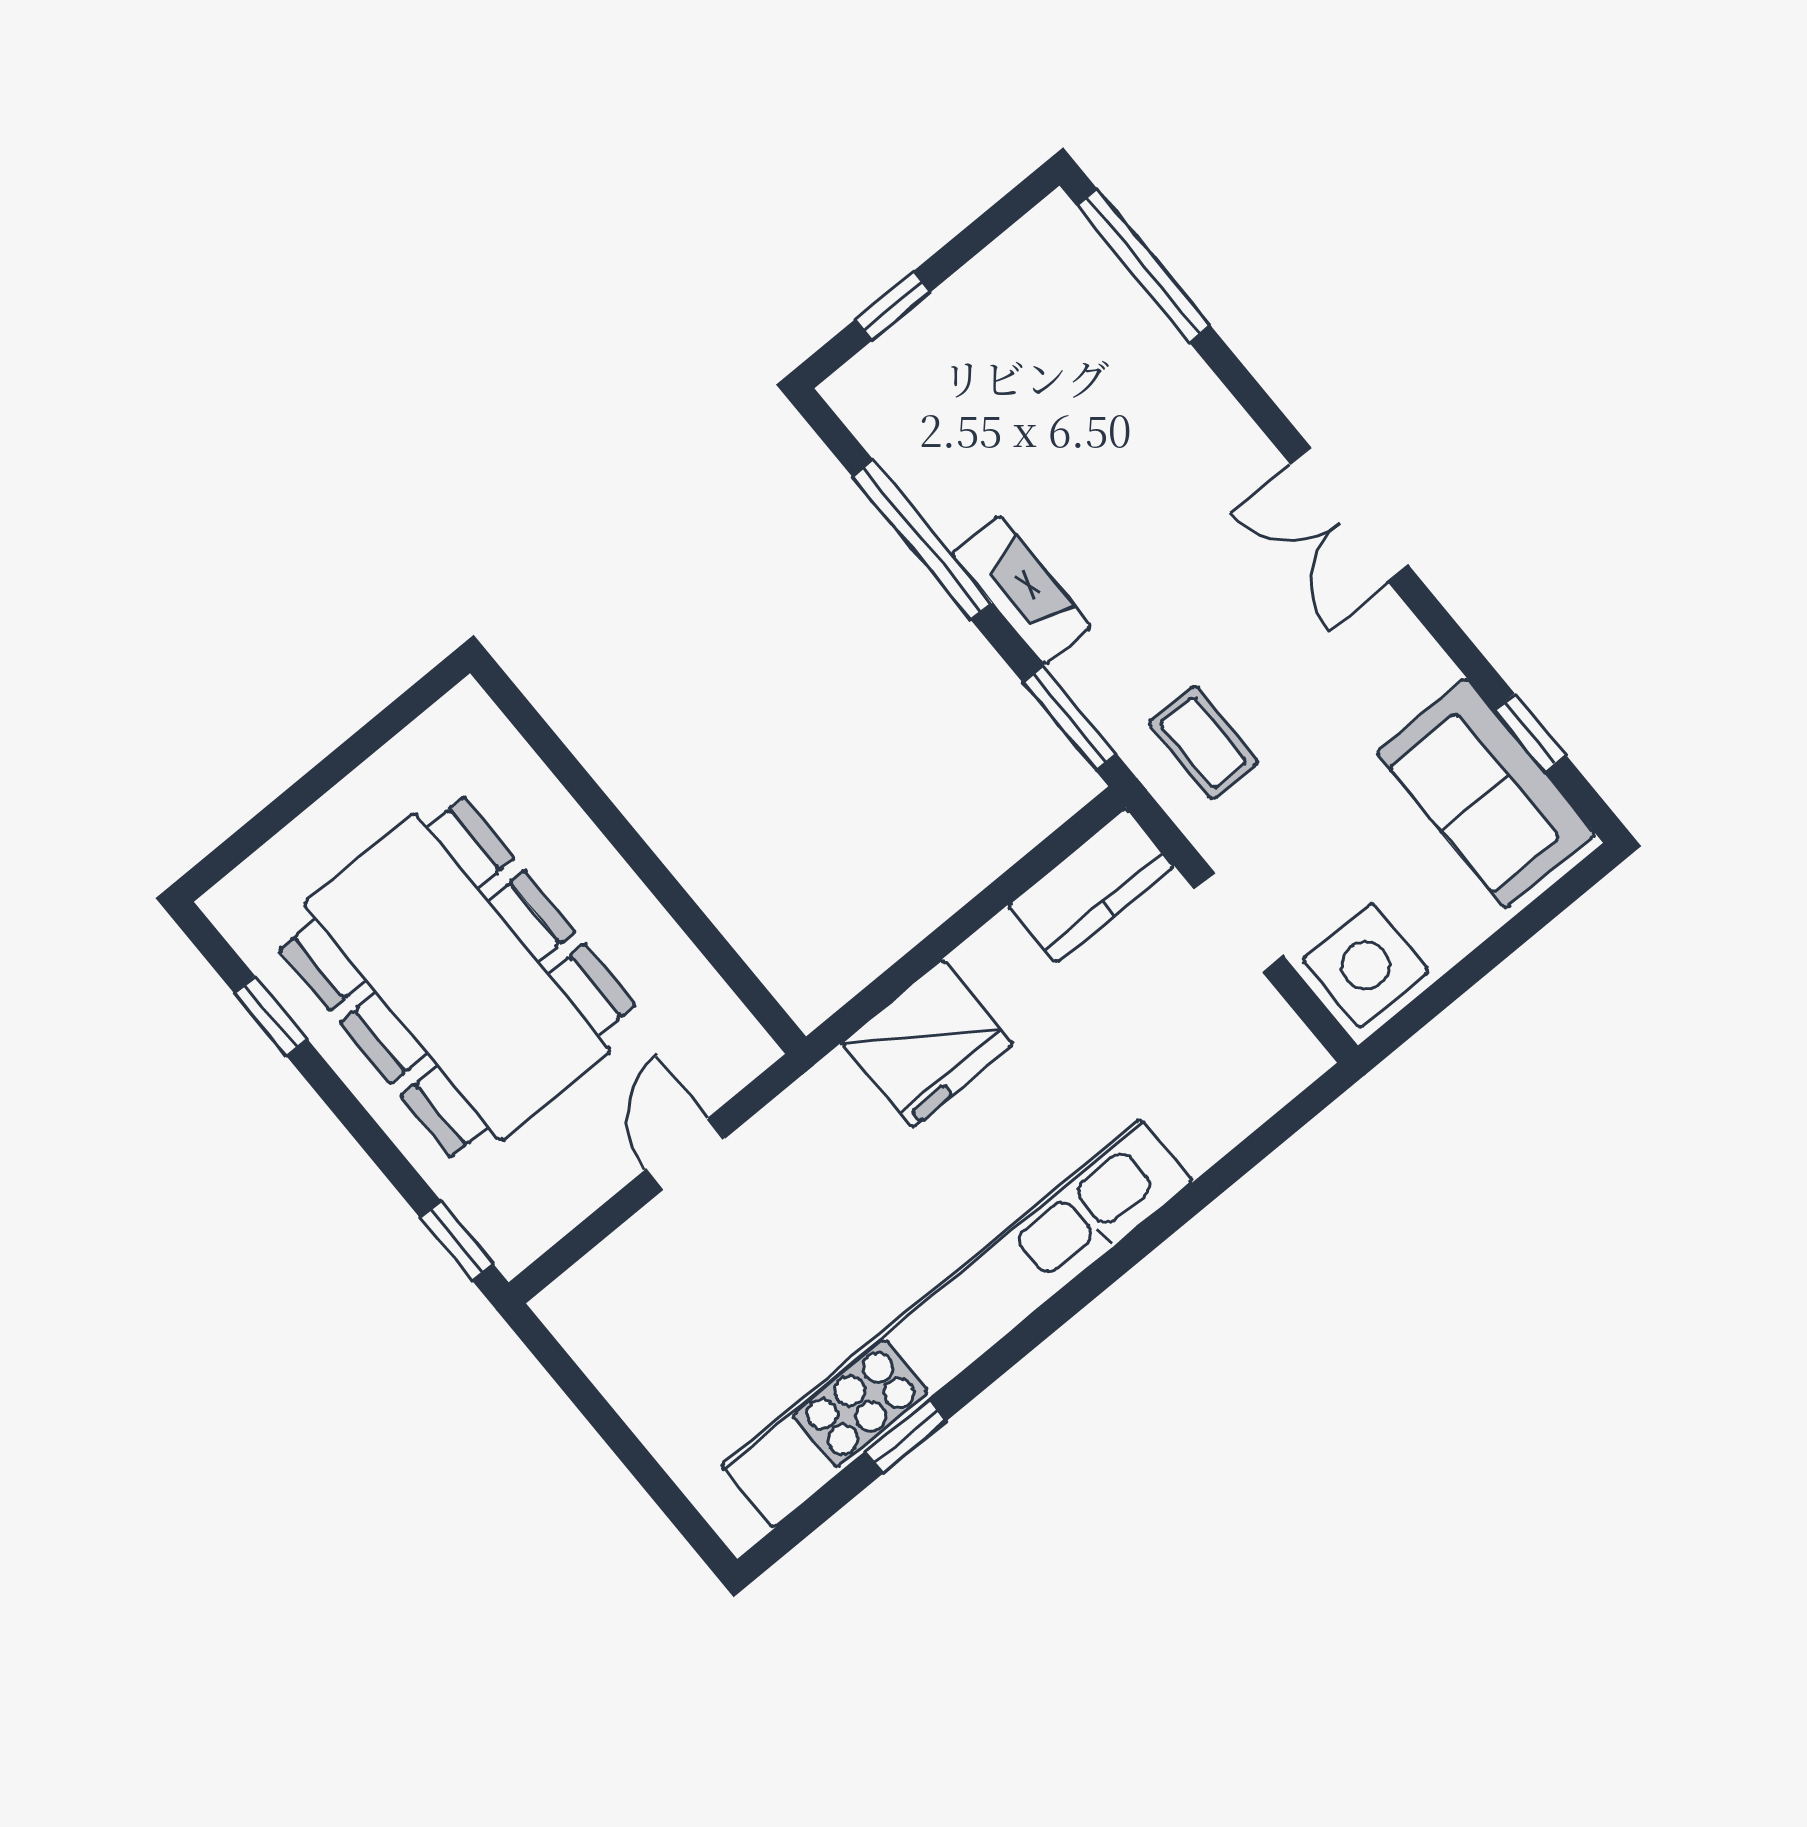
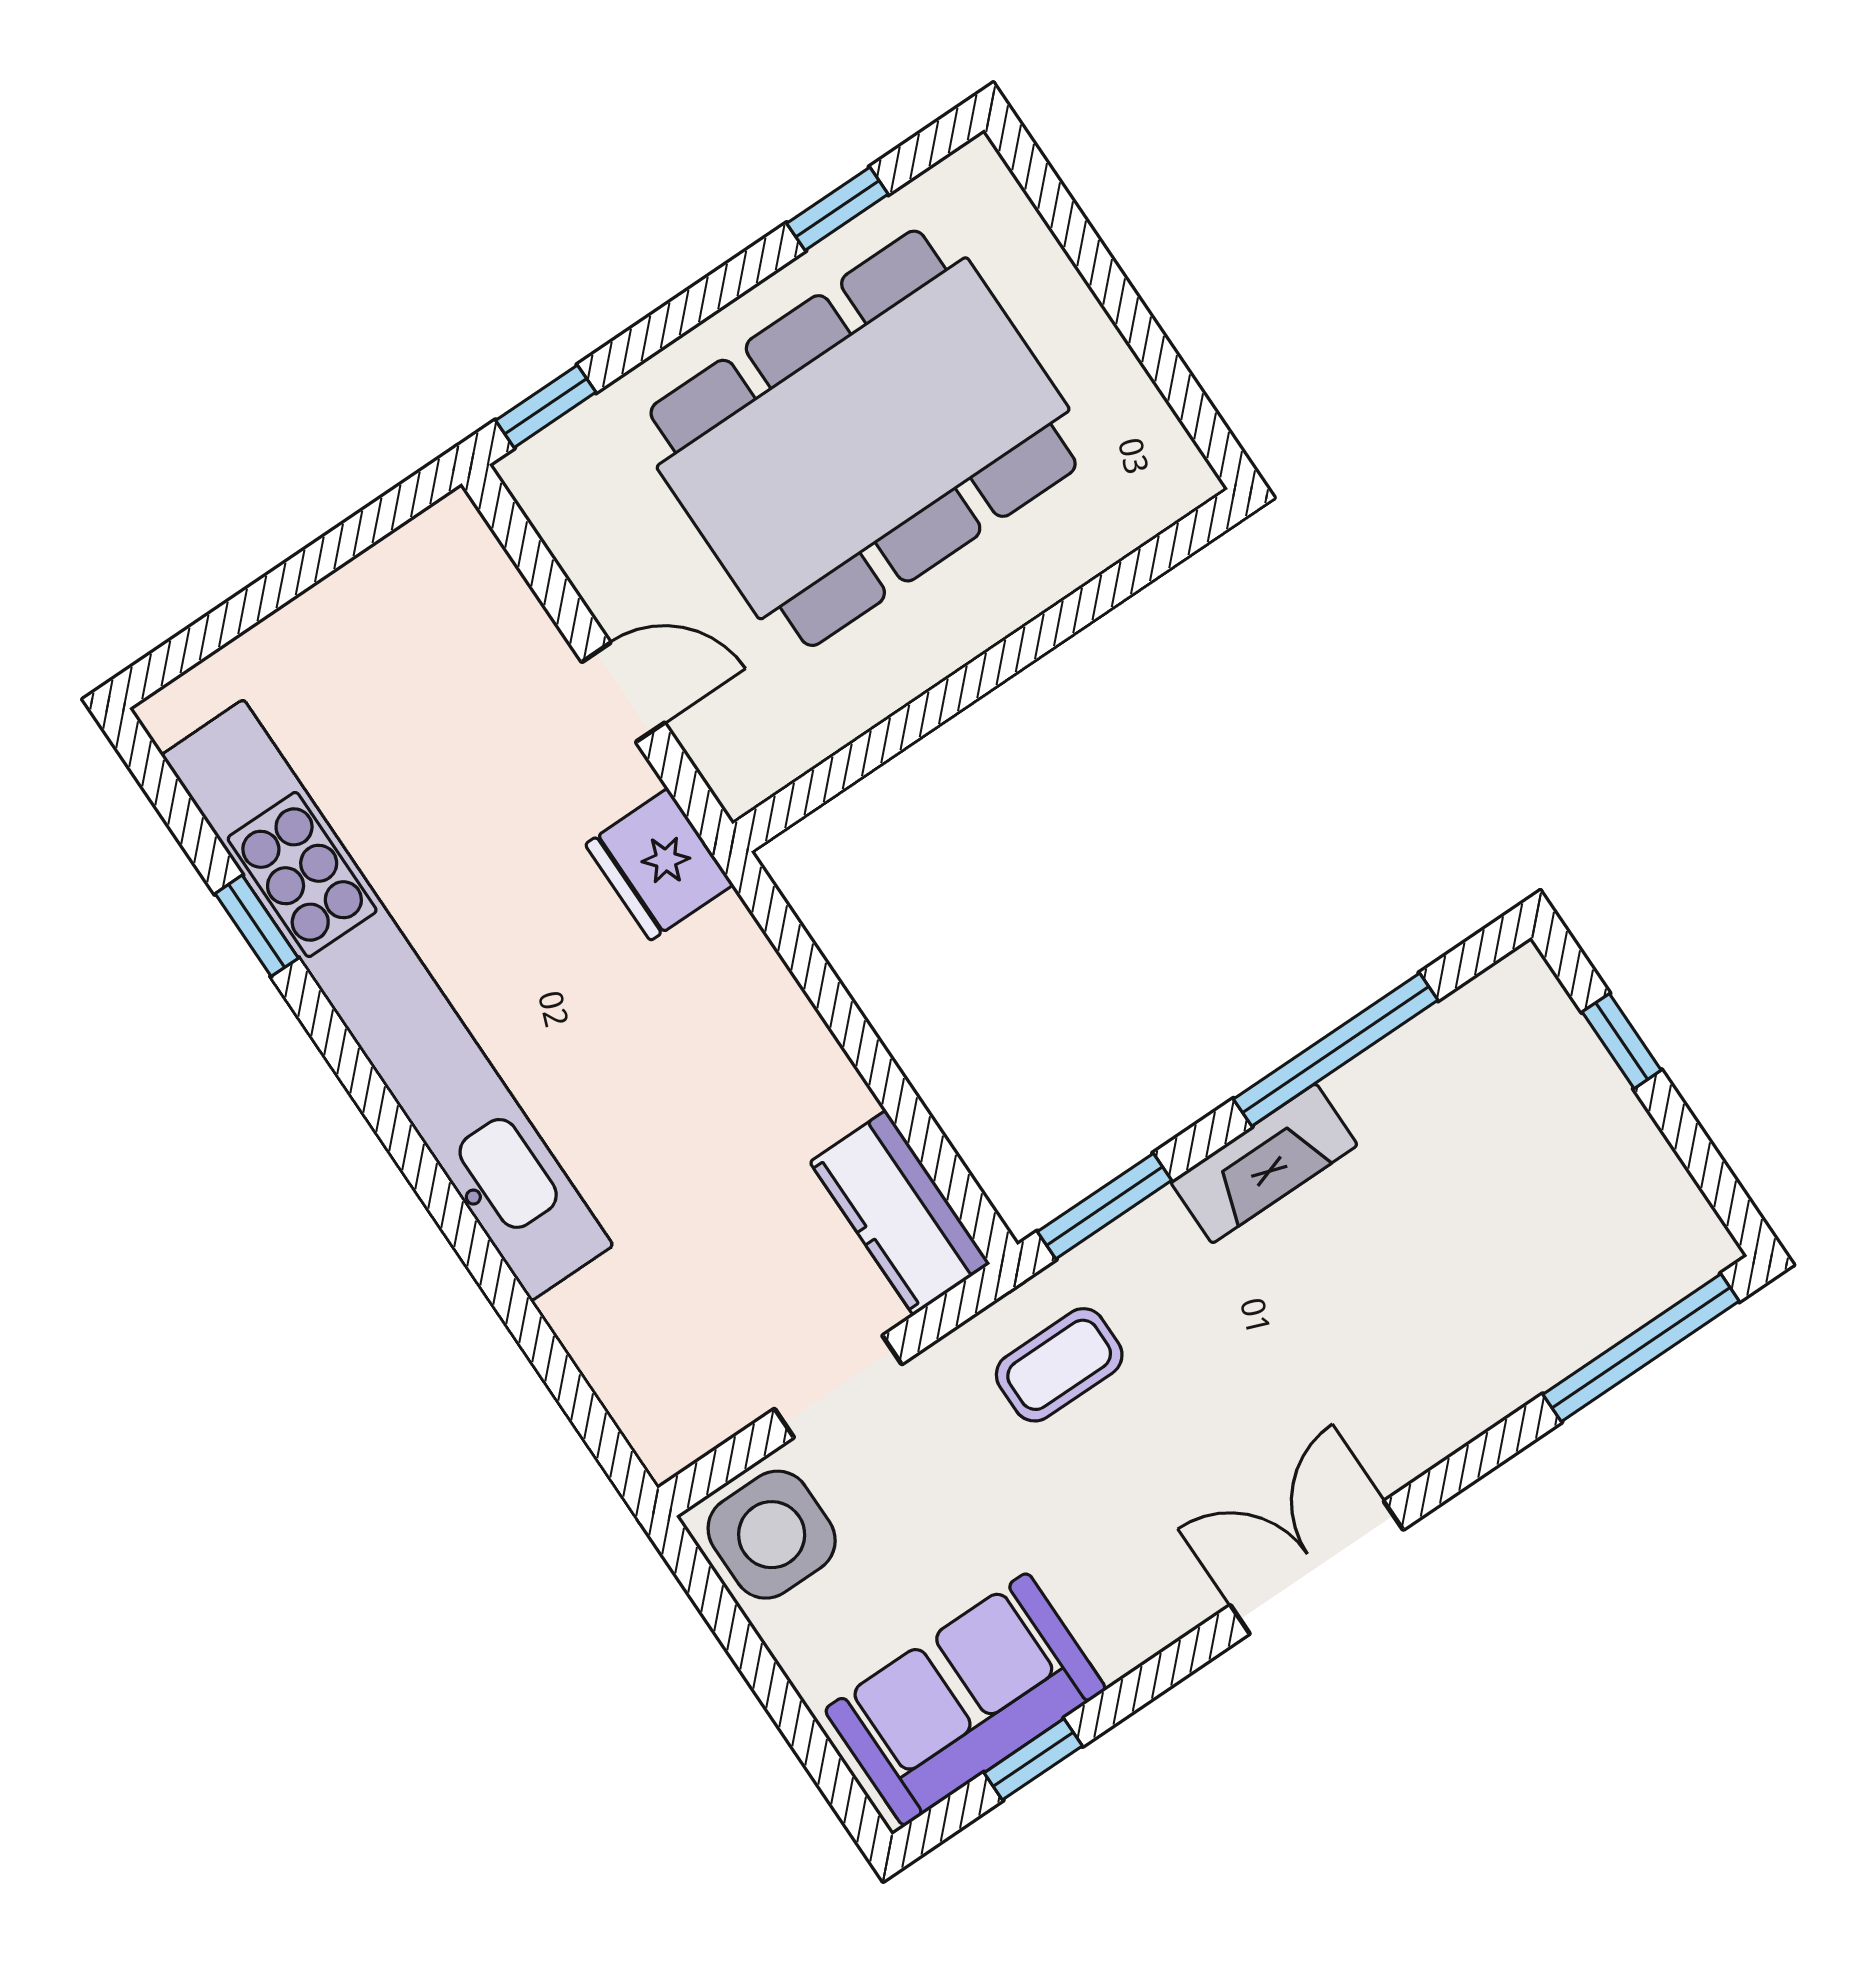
fridge: (927, 1044) -> (659, 864), moved, width x0.73, depth x0.75

